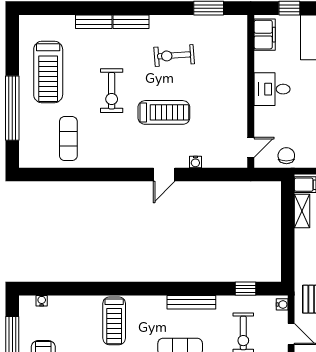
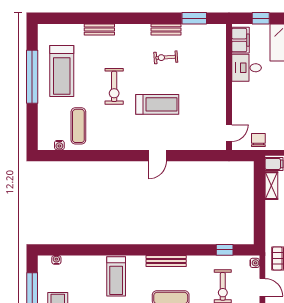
bench: (131, 22) -> (166, 29), moved
exercise bike: (174, 55) -> (166, 57), width x0.73, depth x0.72
desk: (272, 89) -> (247, 68), moved
window: (12, 108) -> (32, 77), moved
water cooler: (195, 162) -> (59, 145), moved
bench: (191, 302) -> (166, 261), moved

